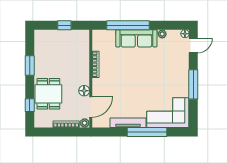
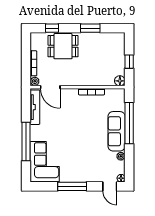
floor lamp: (84, 91) -> (120, 81), moved
tv unit: (128, 123) -> (35, 107), moved

